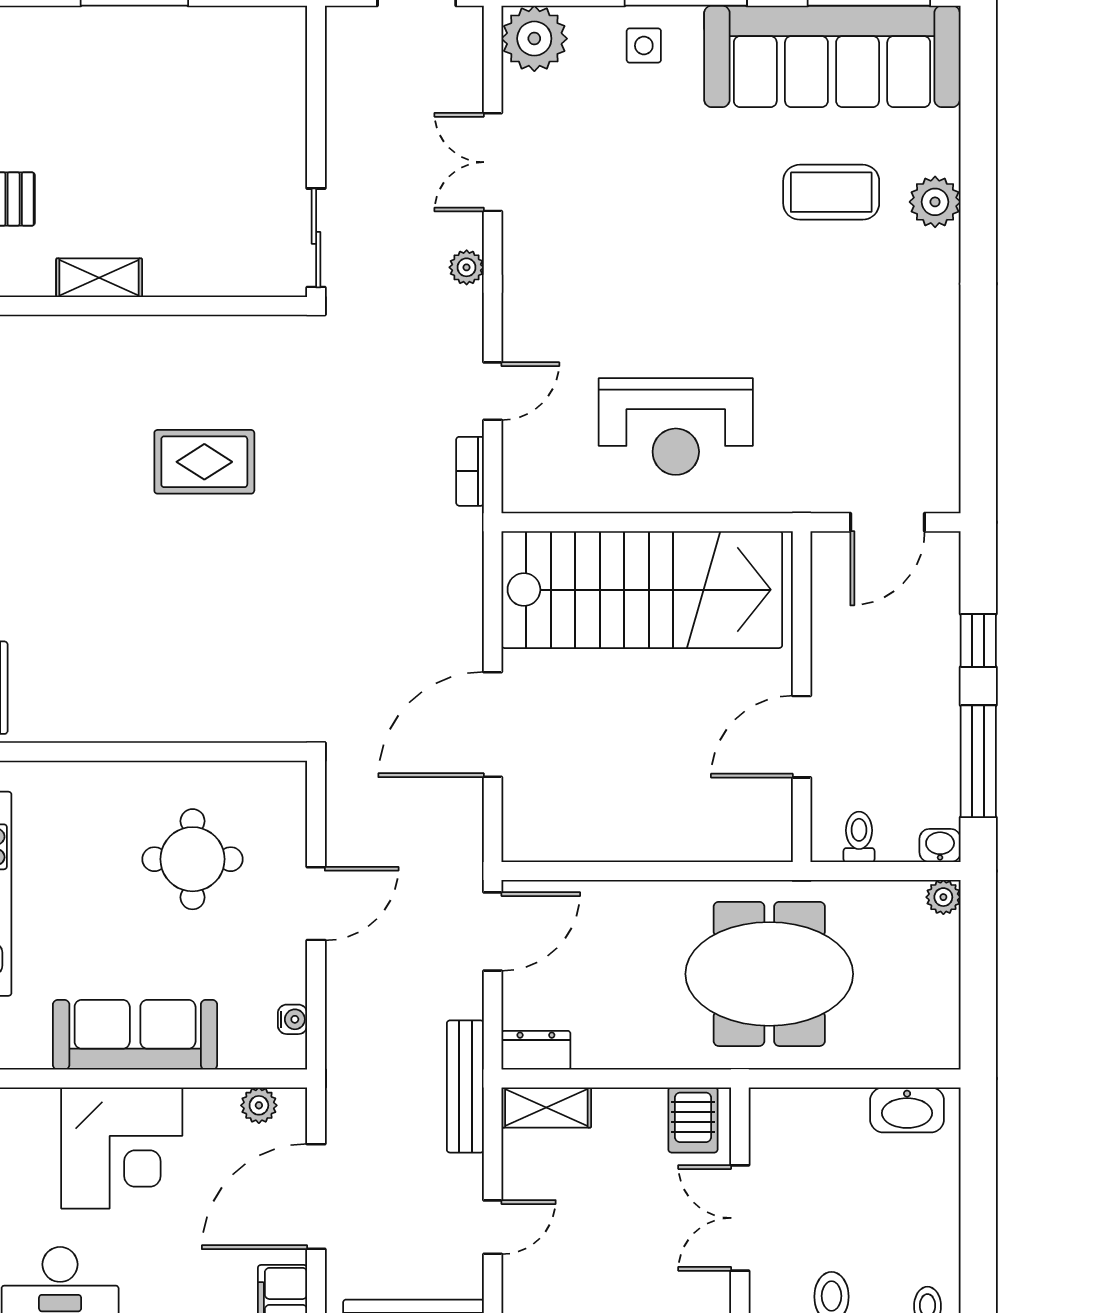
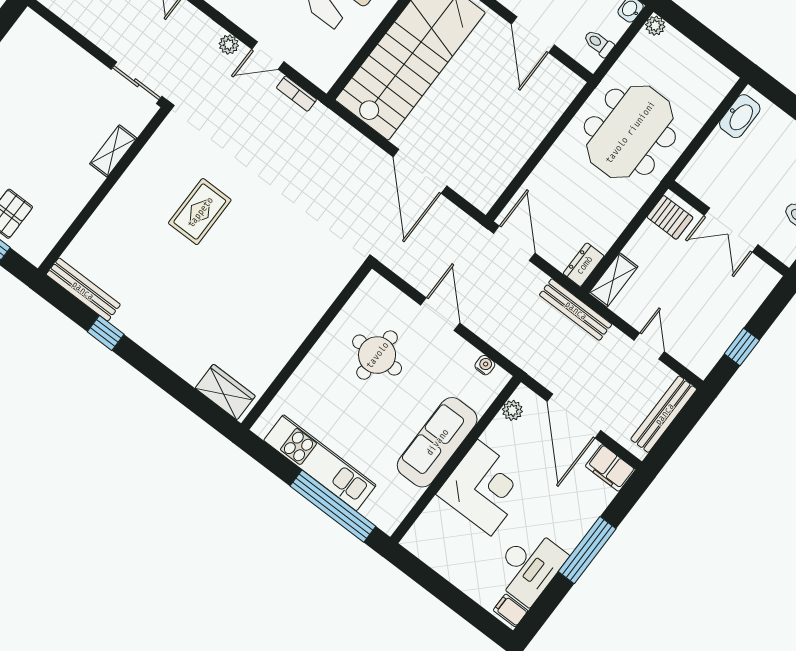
plant: (467, 267) -> (229, 45), moved
shelving: (99, 278) -> (113, 151), moved
door: (493, 391) -> (268, 55), swing flipped

